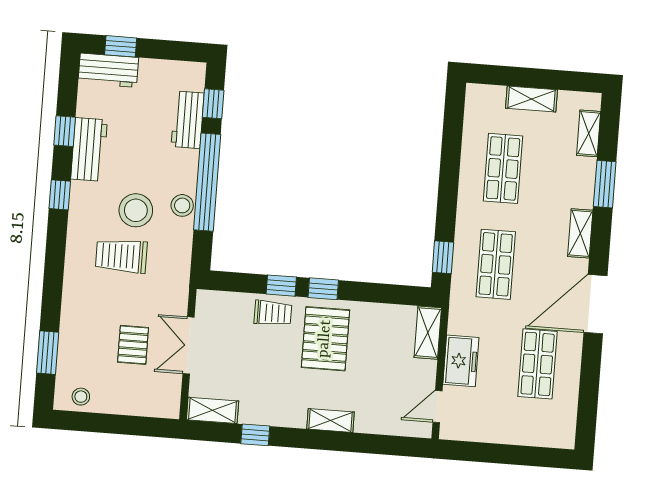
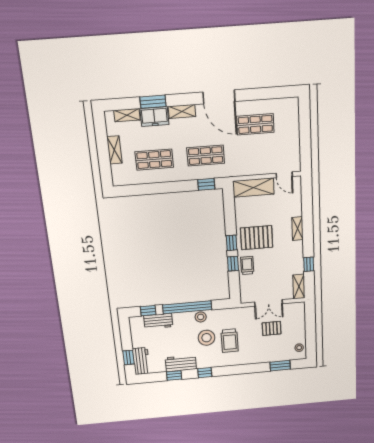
shelving: (428, 333) -> (253, 187), width x1.50, depth x1.33
freezer: (461, 361) -> (154, 116), moved, turned 180

